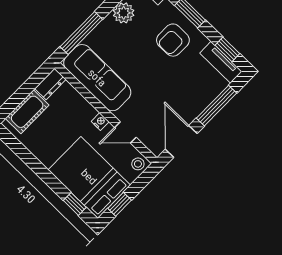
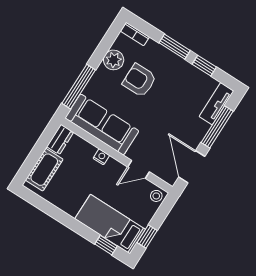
armchair: (173, 40) -> (139, 80), moved, turned 90
window: (227, 49) -> (204, 66), moved
tv unit: (221, 62) -> (217, 104), moved, turned 90
nightstand: (100, 122) -> (101, 157), moved
bed: (89, 177) -> (110, 224), width x0.67

